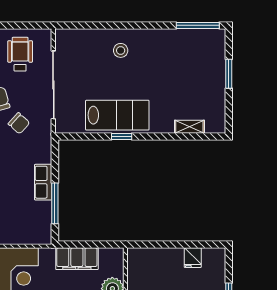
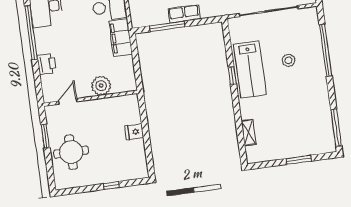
window: (107, 25) -> (326, 50), added
stool: (121, 50) -> (289, 60), moved
fridge: (193, 258) -> (134, 132), moved
filing cabinet: (77, 259) -> (121, 38), moved

